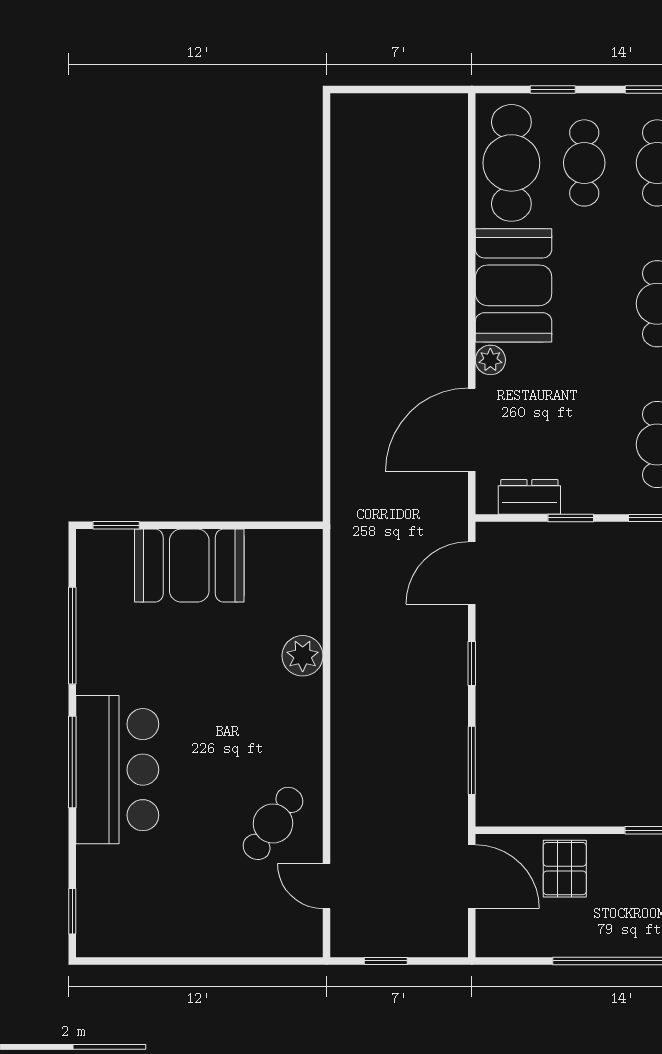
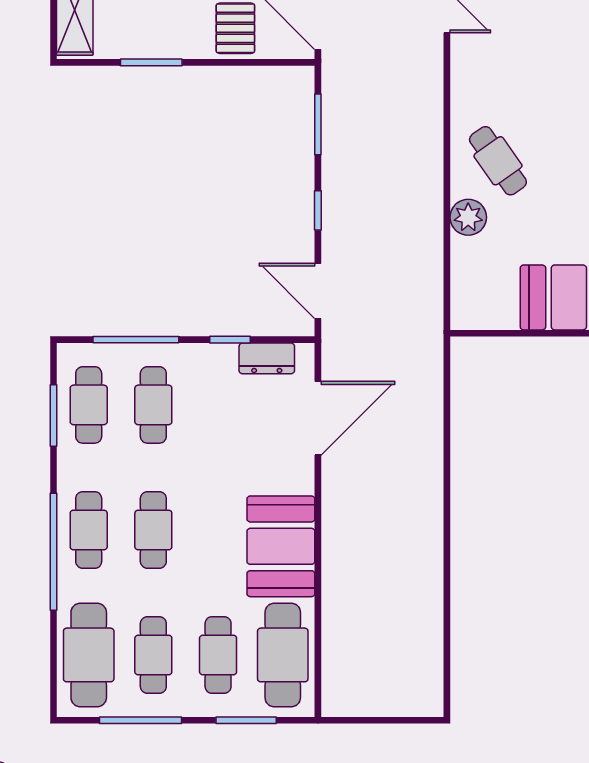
window: (553, 89) -> (246, 720), width x1.50
plant: (490, 360) -> (301, 480), removed
door: (472, 573) -> (318, 291), swing flipped
cafe table: (273, 823) -> (498, 161), moved, turned -70

